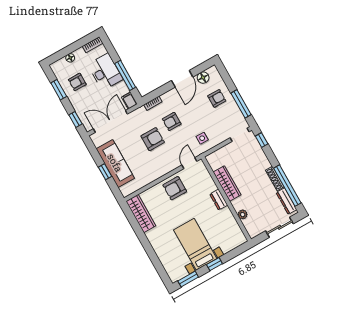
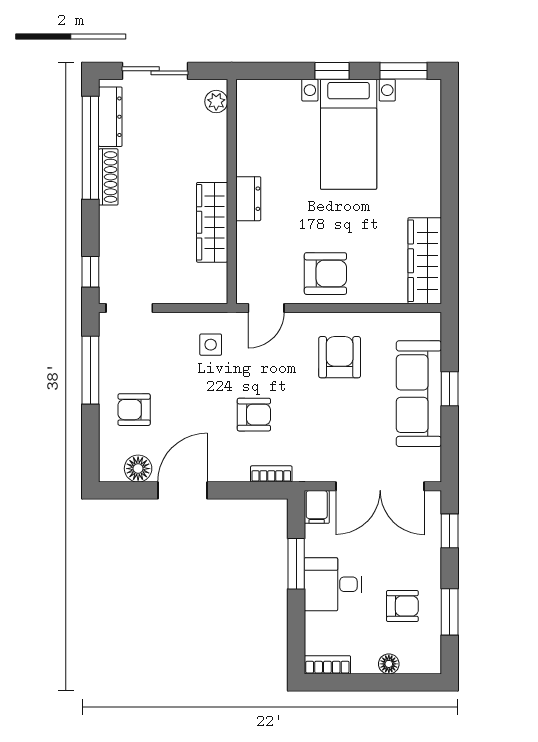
desk: (105, 72) -> (333, 584), width x0.73
window: (125, 75) -> (296, 564), width x0.69
armchair: (153, 139) -> (340, 357), moved, turned 90
plant: (243, 214) -> (216, 102), moved

